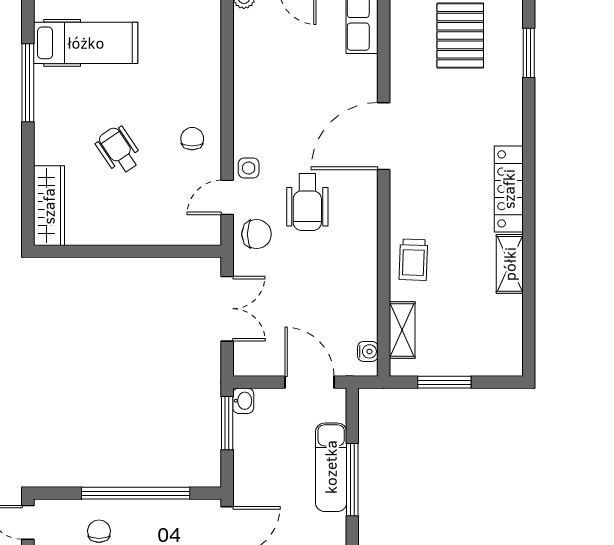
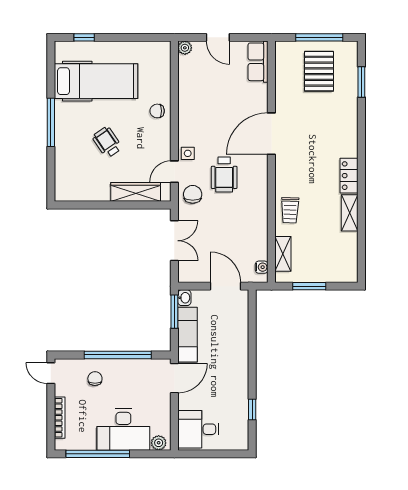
hospital bed: (86, 43) -> (96, 81), width x1.37, depth x1.29
window: (28, 83) -> (51, 122), moved
chair: (192, 139) -> (157, 111), moved, turned -90
locker: (509, 189) -> (349, 176), width x0.66
wardrobe: (49, 206) -> (136, 192), moved, turned -90
chair: (257, 234) -> (193, 194), turned -90
exam couch: (331, 467) -> (188, 335), moved, turned 180
window: (352, 480) -> (252, 347), removed

